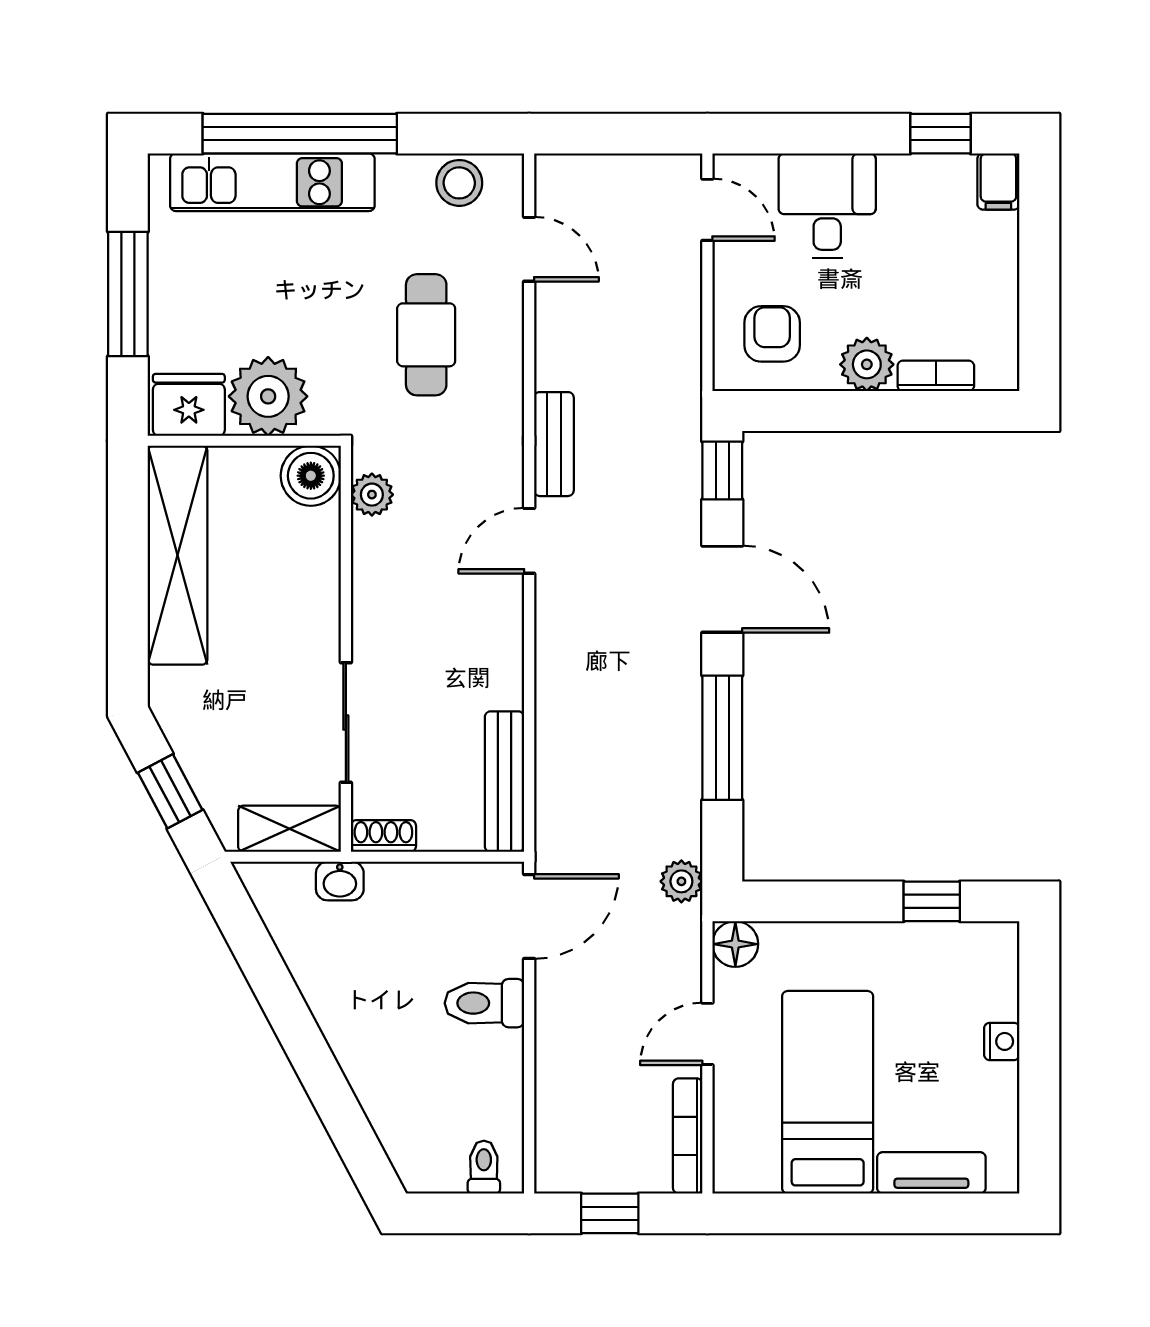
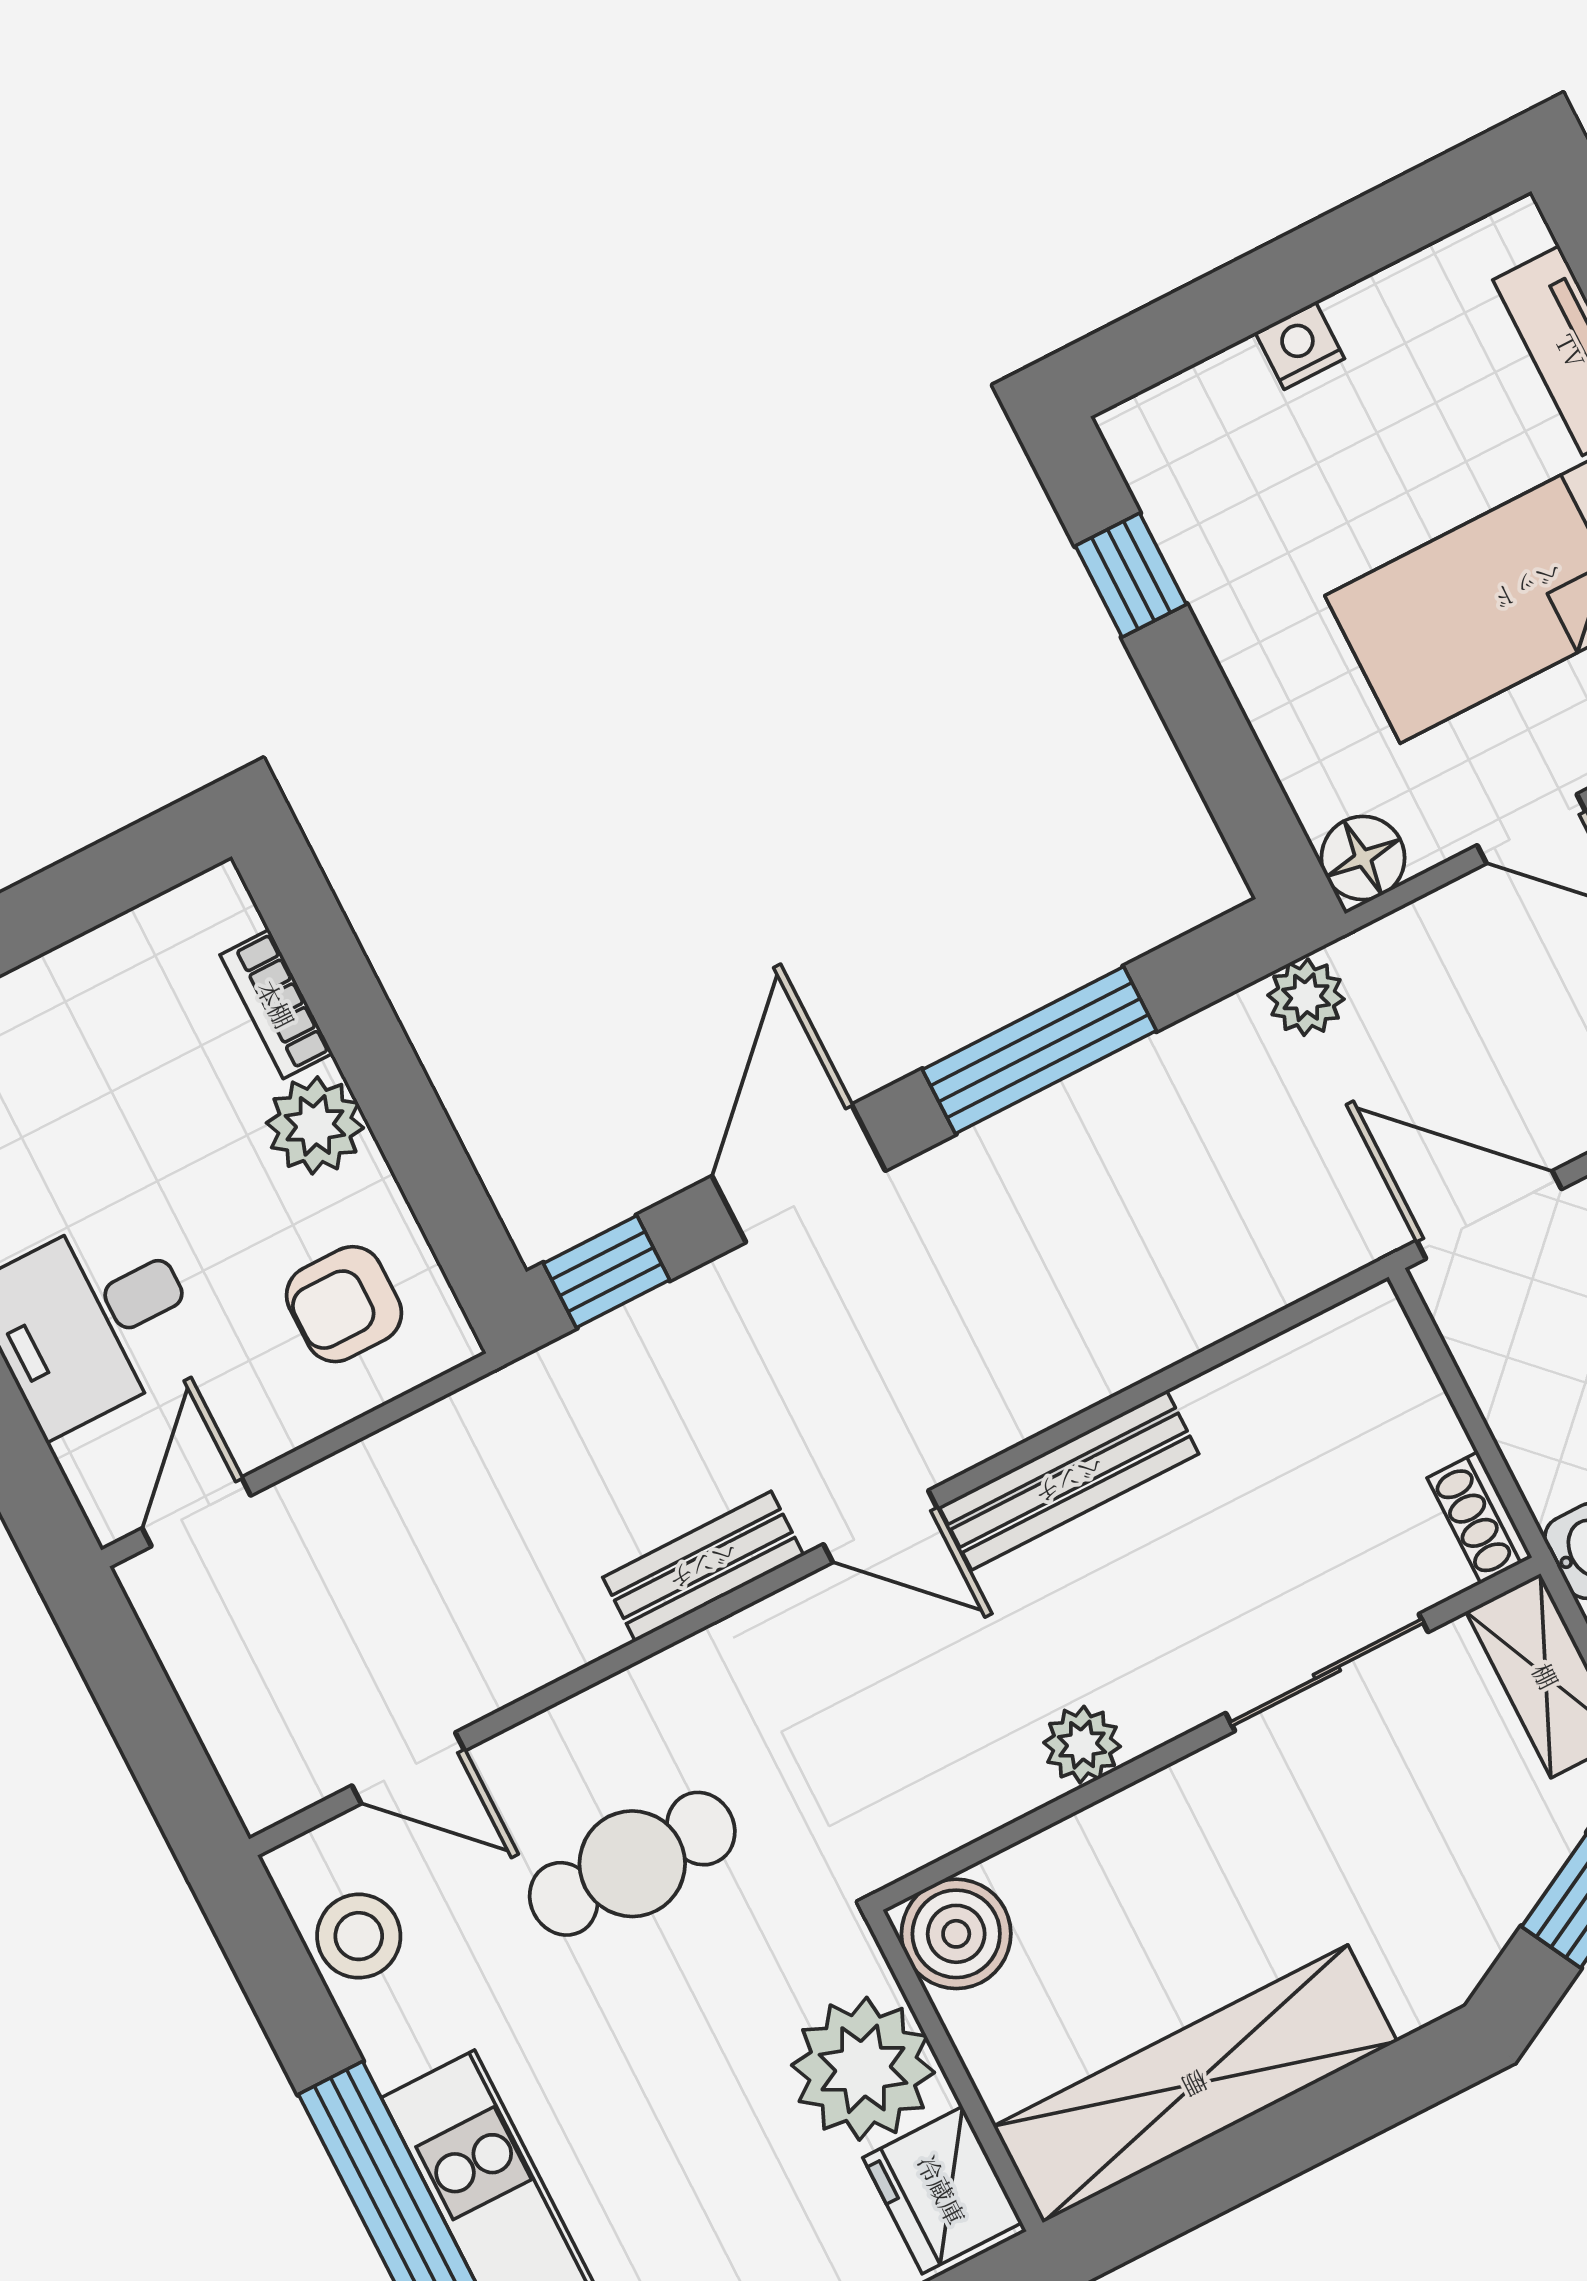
door: (529, 249) -> (408, 1768), swing flipped
plant: (372, 495) -> (1082, 1745), moved
bench: (504, 782) -> (1069, 1480), moved

